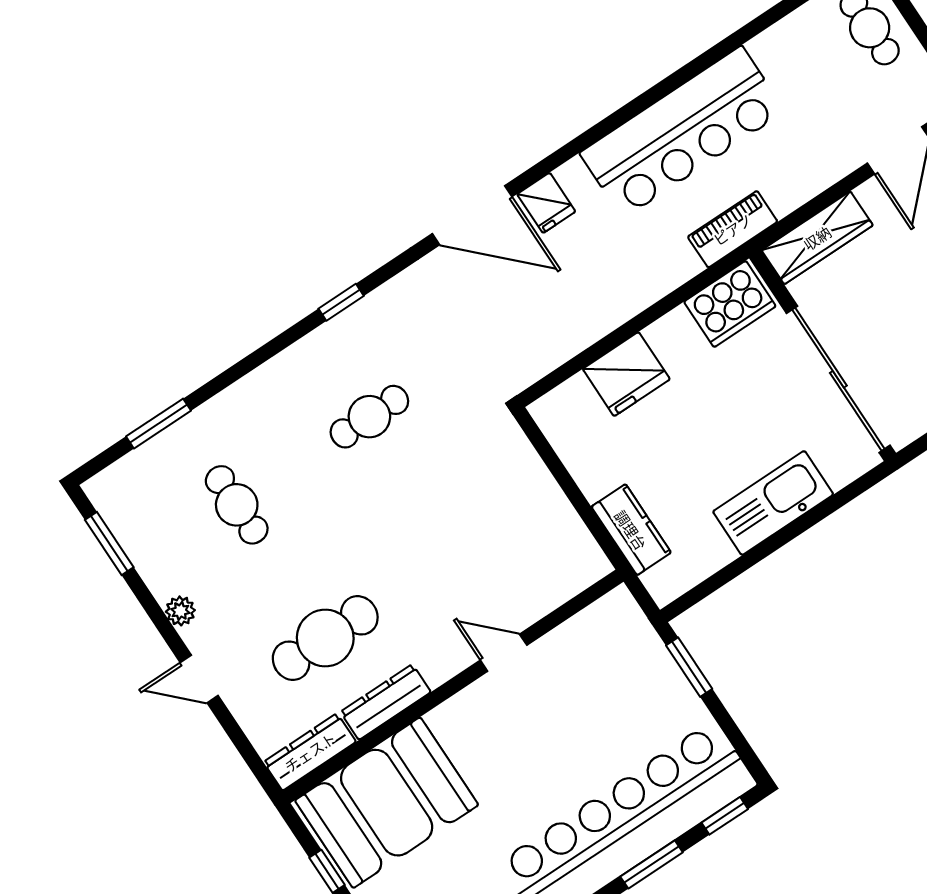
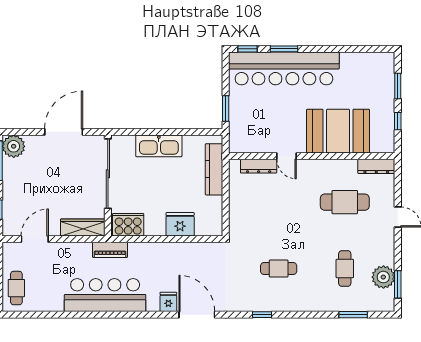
kitchen counter: (631, 530) -> (214, 169), width x1.50
plant: (180, 611) -> (383, 277), moved, width x1.87, depth x1.87
dresser: (386, 702) -> (259, 166), moved
booth: (387, 803) -> (338, 131), moved

